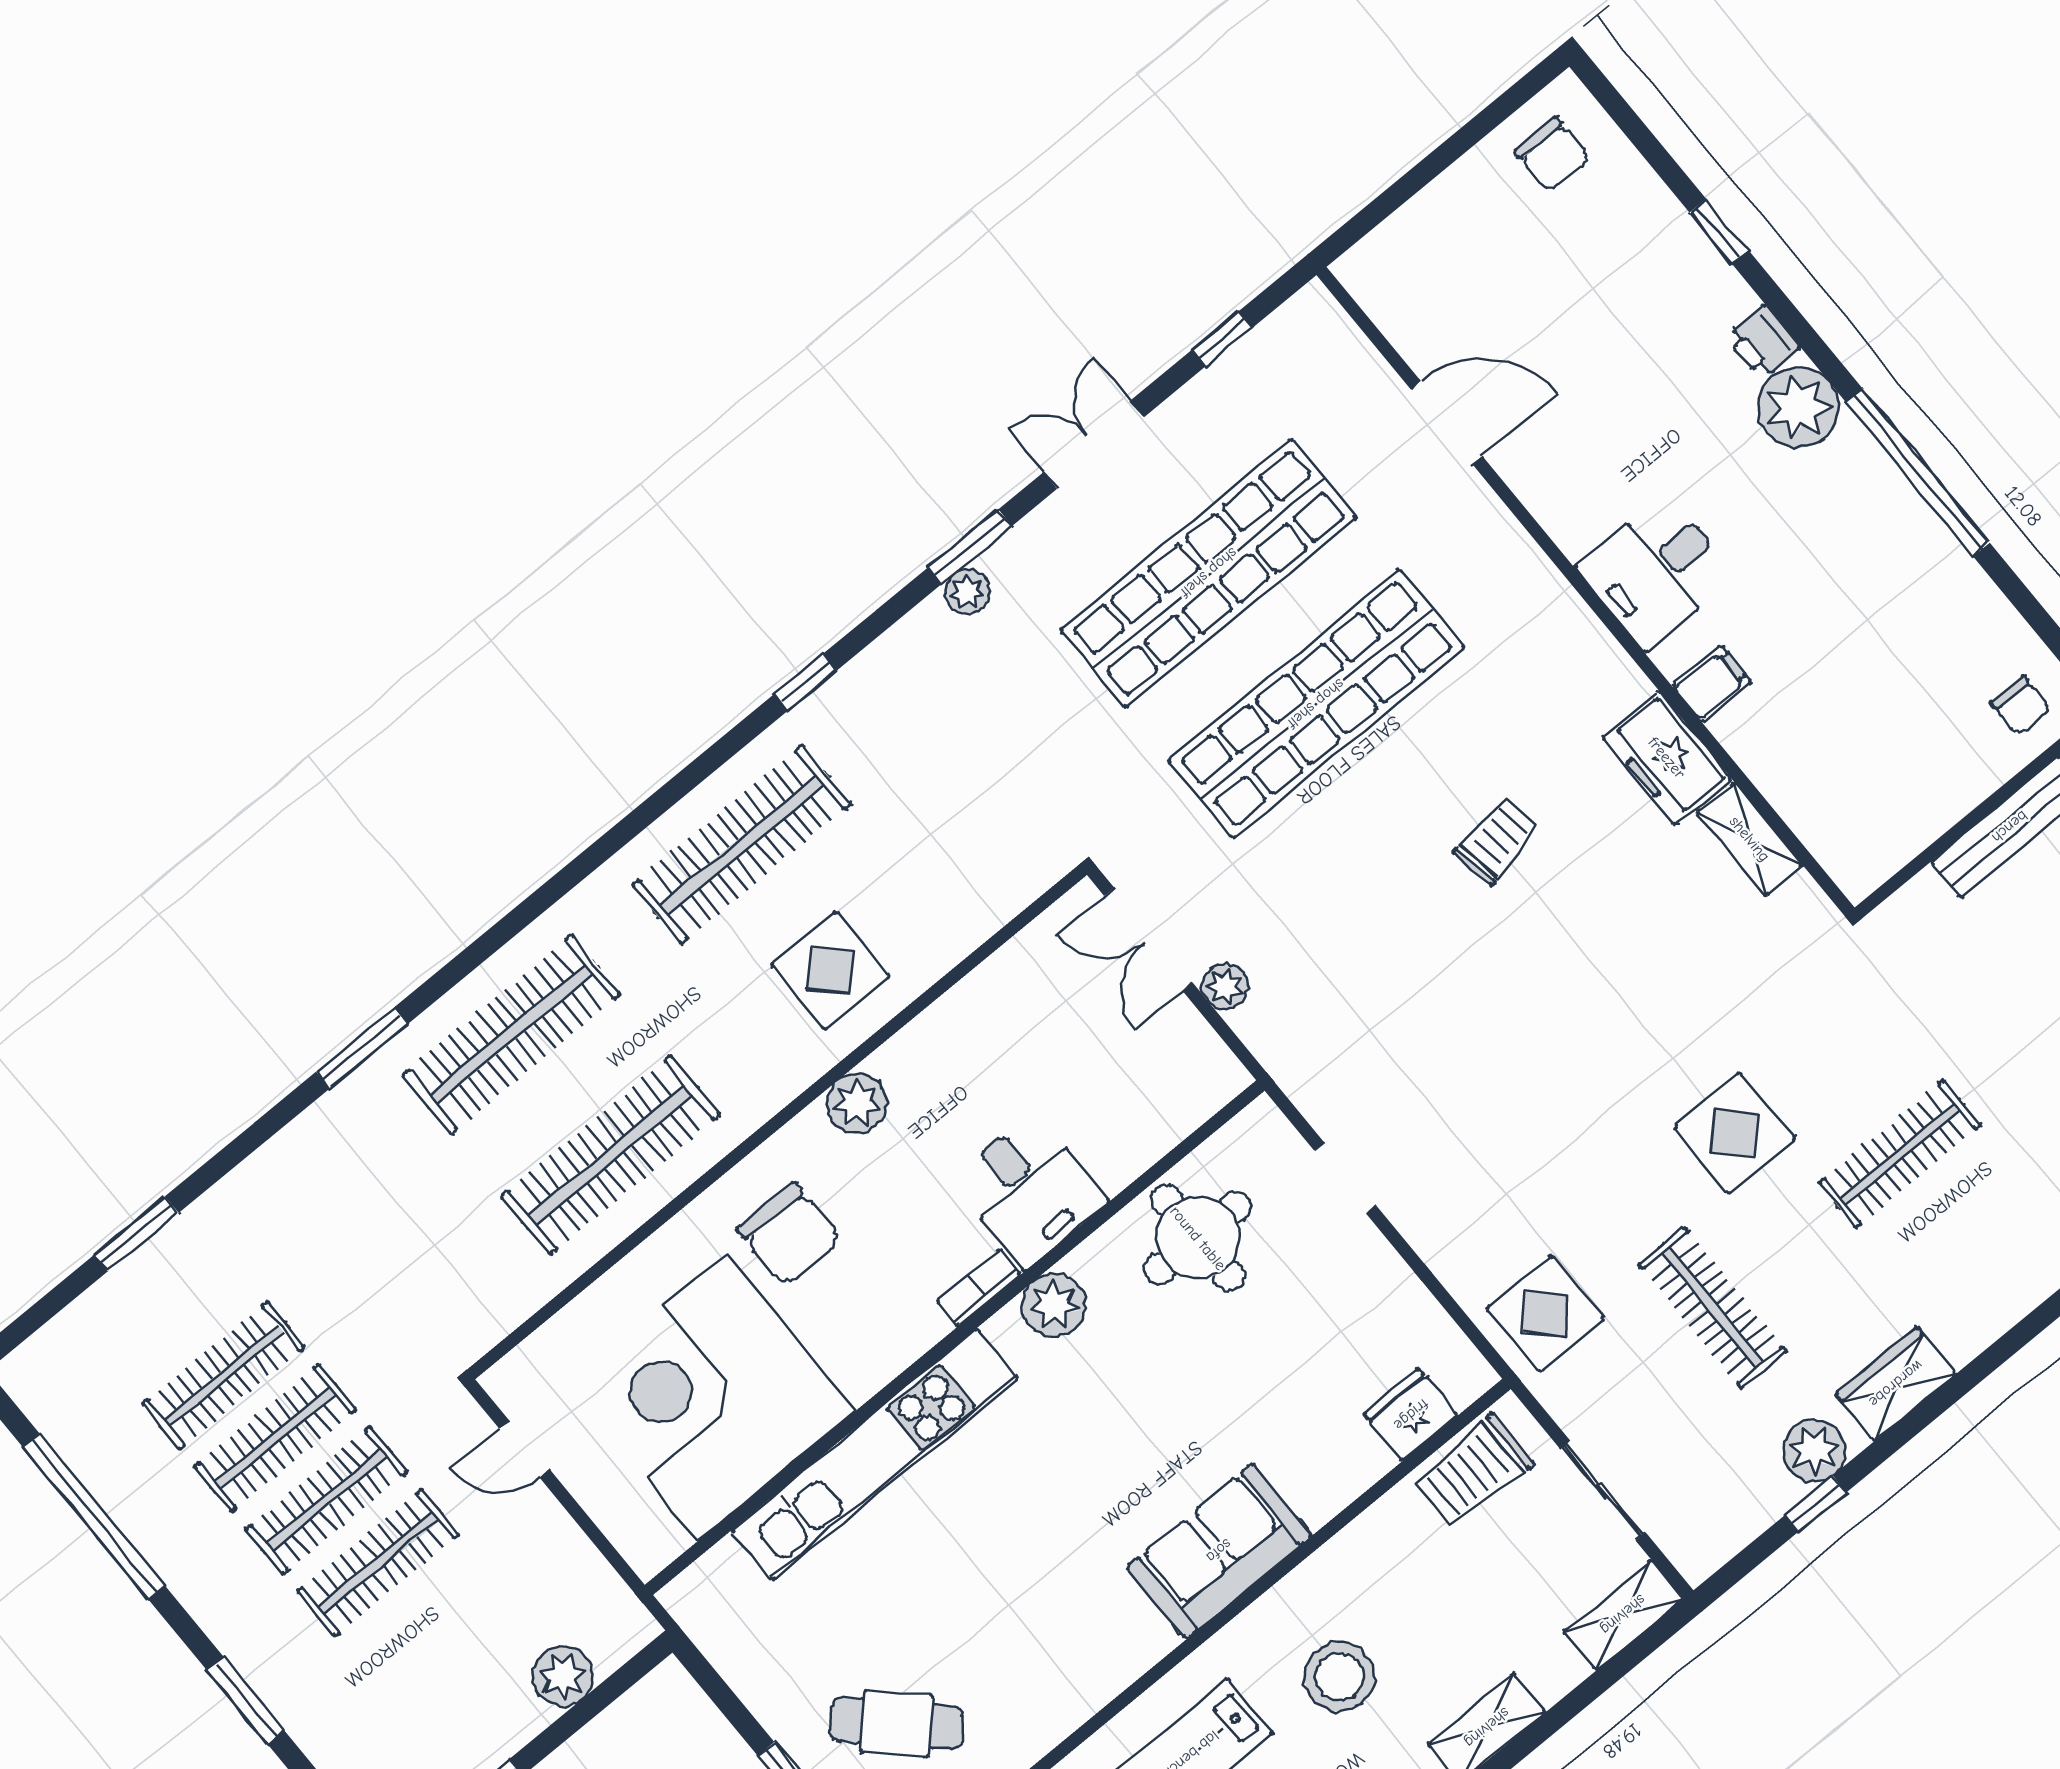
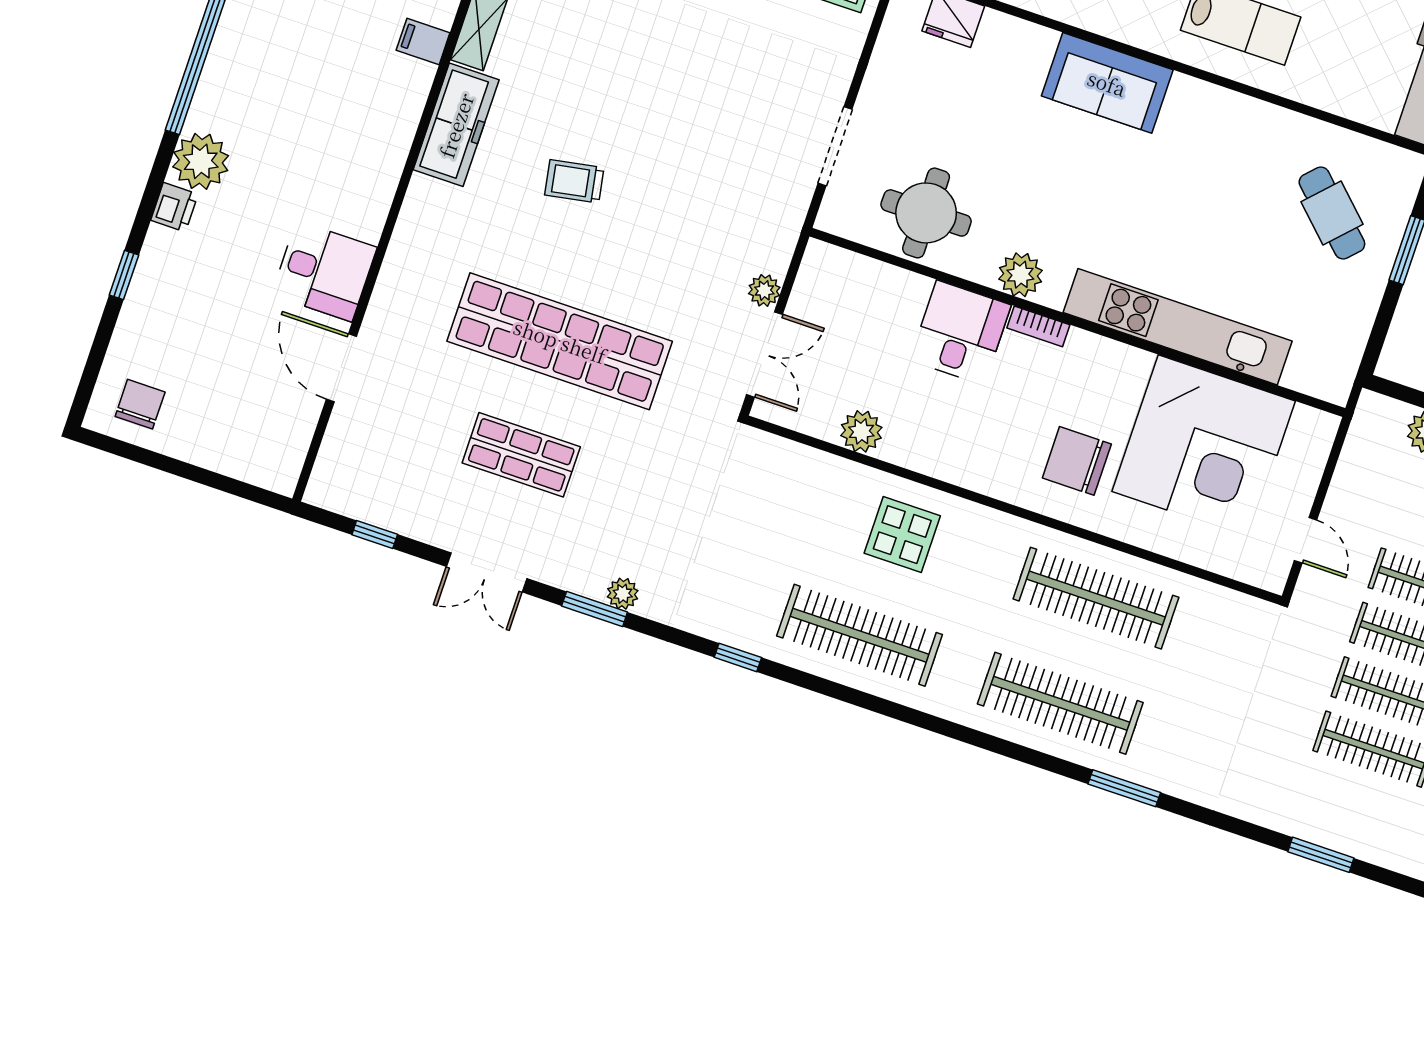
desk: (1656, 572) -> (324, 271), moved
shop shelf: (1209, 573) -> (521, 455), width x0.50, depth x0.74
filing cabinet: (1712, 684) -> (423, 41), moved
freezer: (1667, 758) -> (456, 125), width x1.40
plant: (857, 1103) -> (861, 431), moved
doorway: (1345, 1178) -> (835, 146), width x1.38
chair: (789, 1234) -> (1077, 461), turned -90

